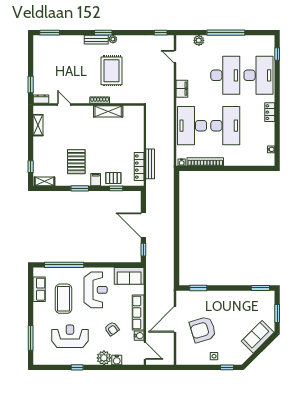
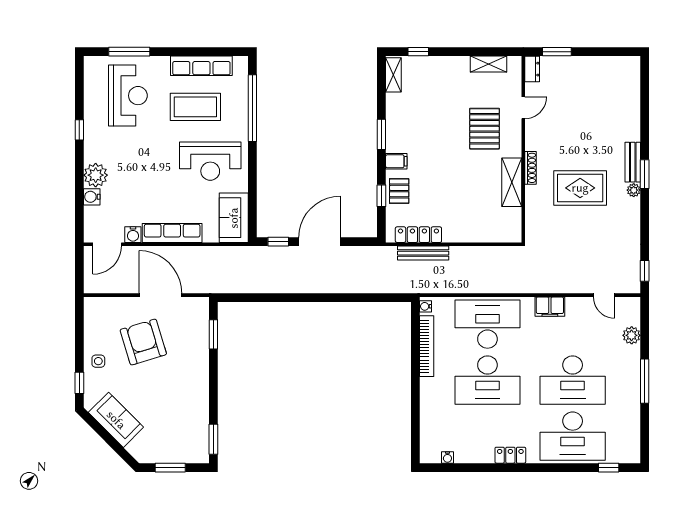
window: (50, 33) -> (645, 84), removed
window: (226, 33) -> (645, 381), width x0.68
door: (175, 57) -> (604, 295), swing flipped
pallet: (76, 162) -> (484, 129), moved, turned 90
row of seats: (39, 289) -> (201, 66), width x1.48
armchair: (112, 329) -> (145, 189), removed
reception desk: (70, 336) -> (128, 96), moved
sofa: (258, 337) -> (116, 420), moved

